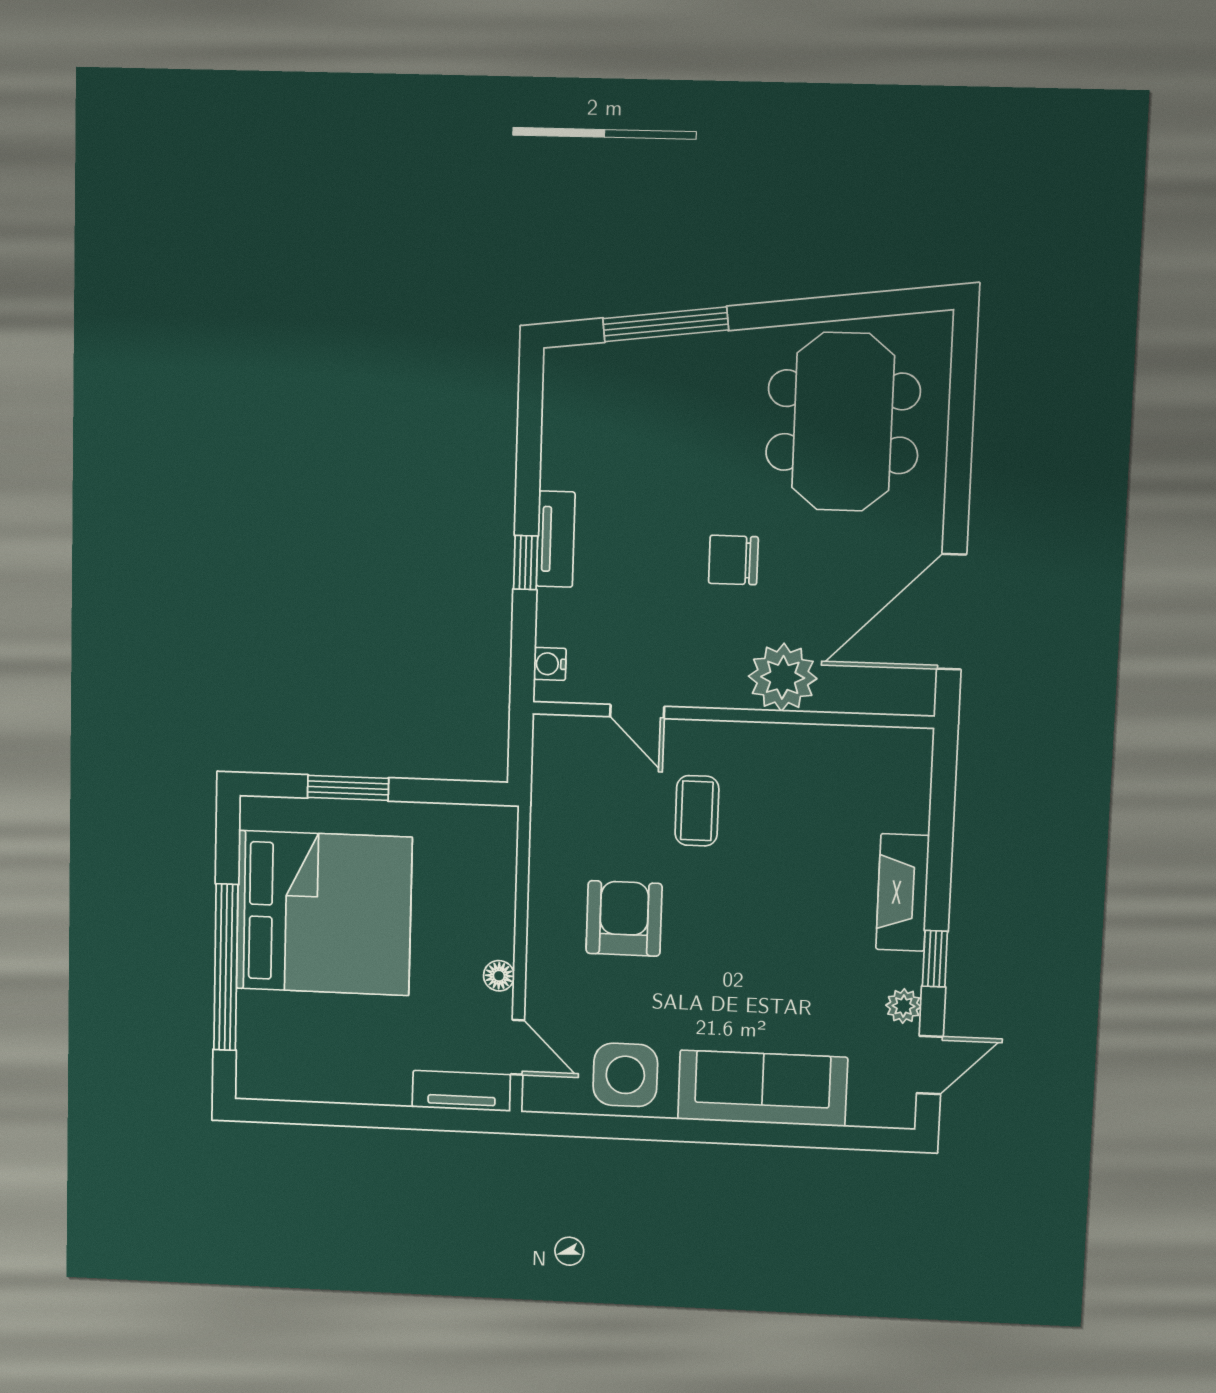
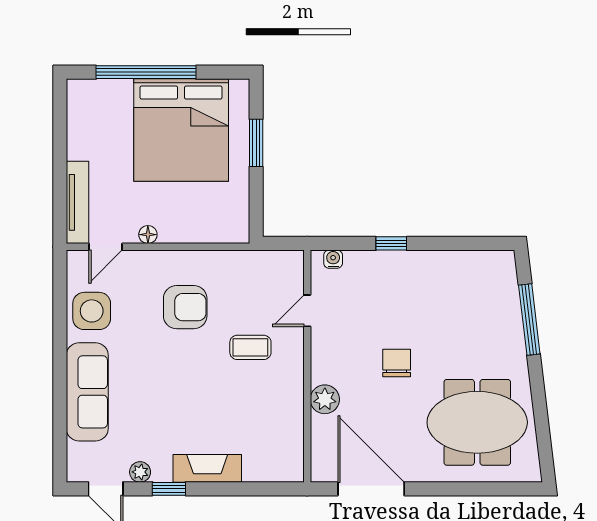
tv unit: (556, 539) -> (405, 260), removed
plant: (783, 677) -> (325, 399), width x0.73, depth x0.73
tv unit: (462, 1091) -> (78, 202), width x1.41

